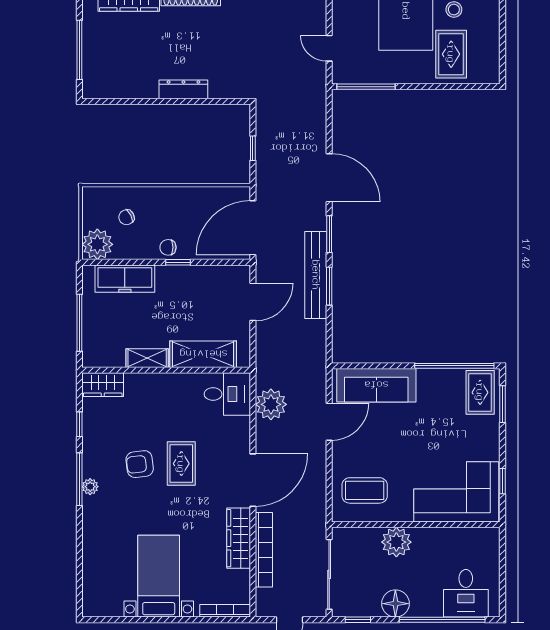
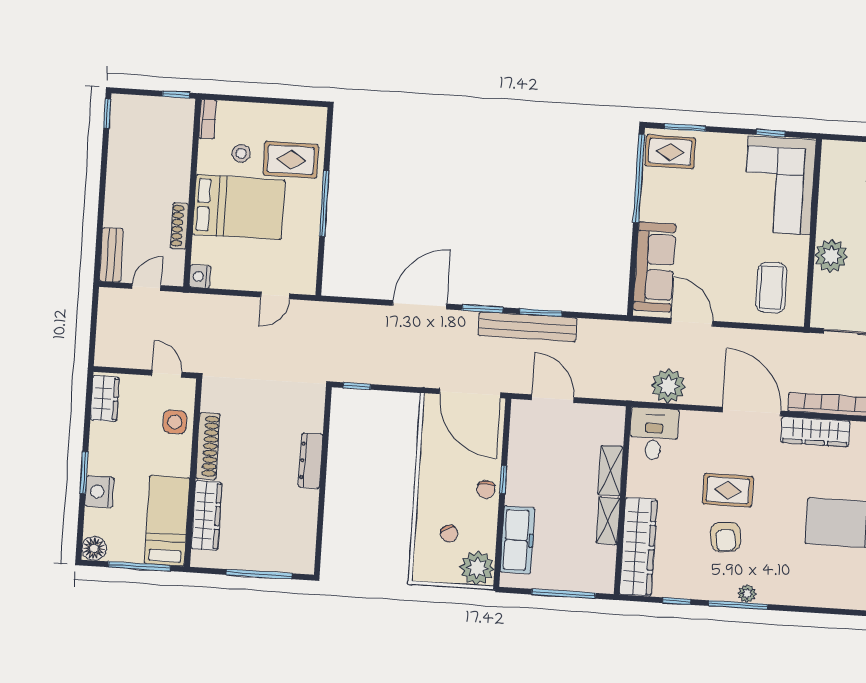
window: (366, 87) -> (324, 204), moved
window: (253, 148) -> (357, 386), moved
shelving: (203, 354) -> (611, 471), width x0.67, depth x0.75
wardrobe: (103, 385) -> (638, 547), width x2.10, depth x1.17

